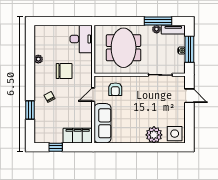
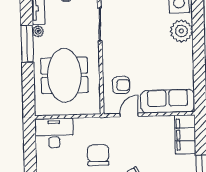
window: (158, 21) -> (27, 44), moved
meeting table: (124, 48) -> (64, 75), turned 90
door: (93, 95) -> (129, 115), swing flipped

